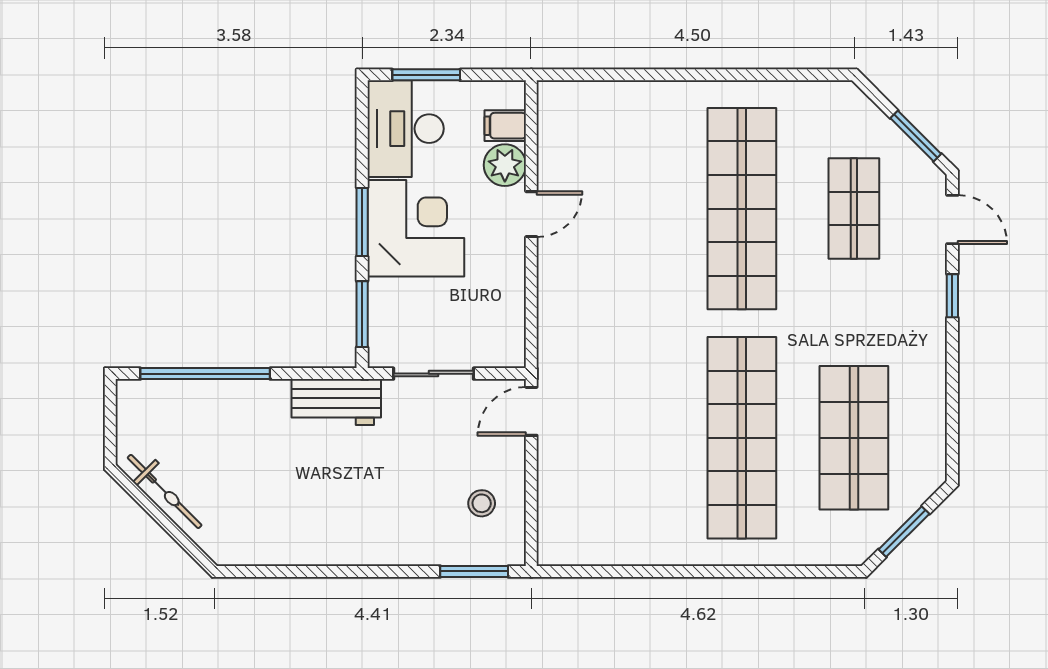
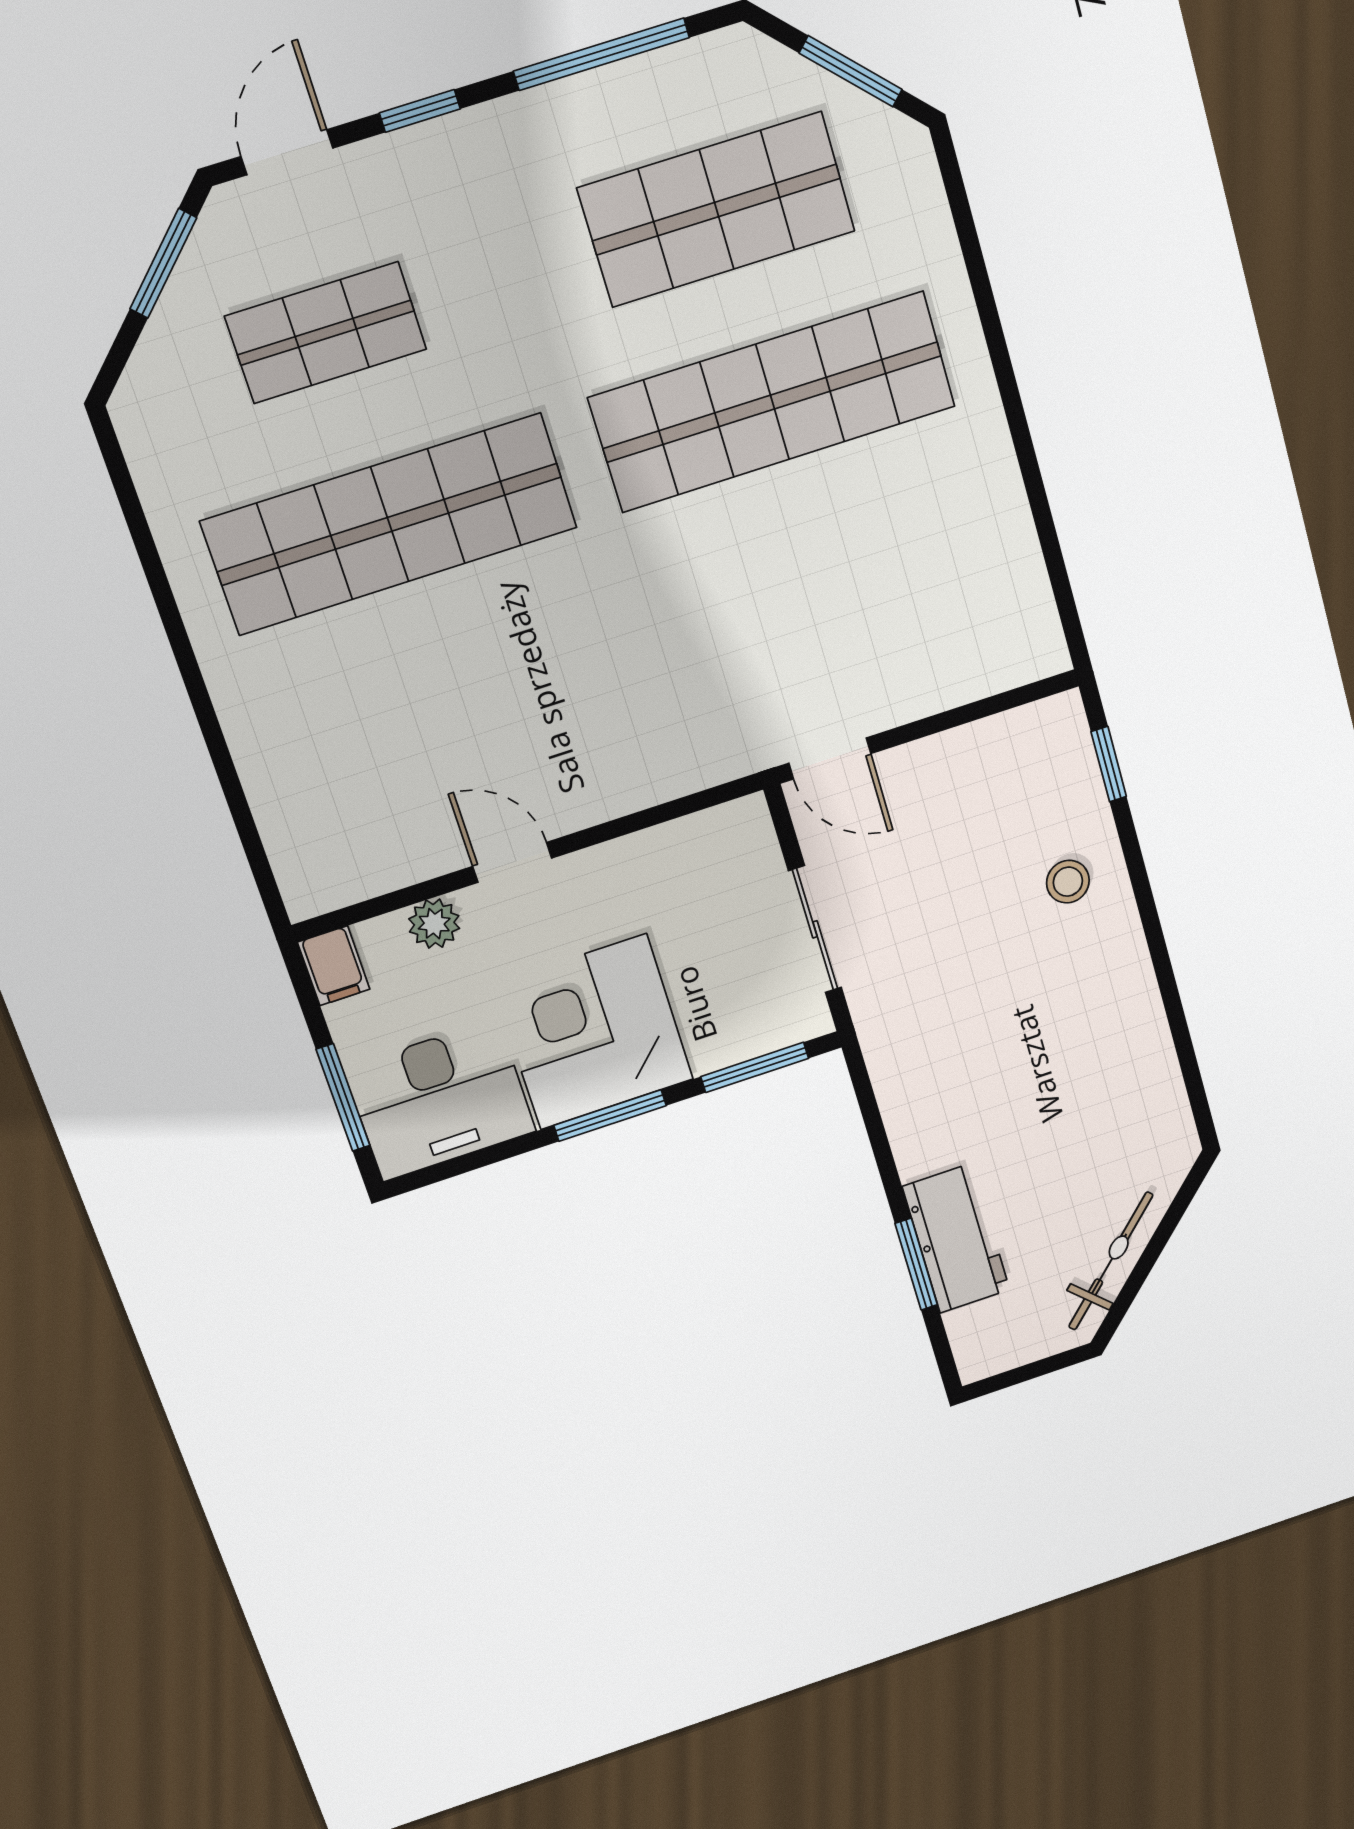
filing cabinet: (505, 126) -> (334, 966), moved
plant: (505, 165) -> (434, 924), width x0.73, depth x0.73
window: (205, 374) -> (916, 1264), width x0.47
window: (952, 401) -> (602, 54), added
workbench: (336, 402) -> (956, 1238), moved
stool: (482, 503) -> (1068, 882), moved
window: (474, 571) -> (1109, 764), width x0.67

